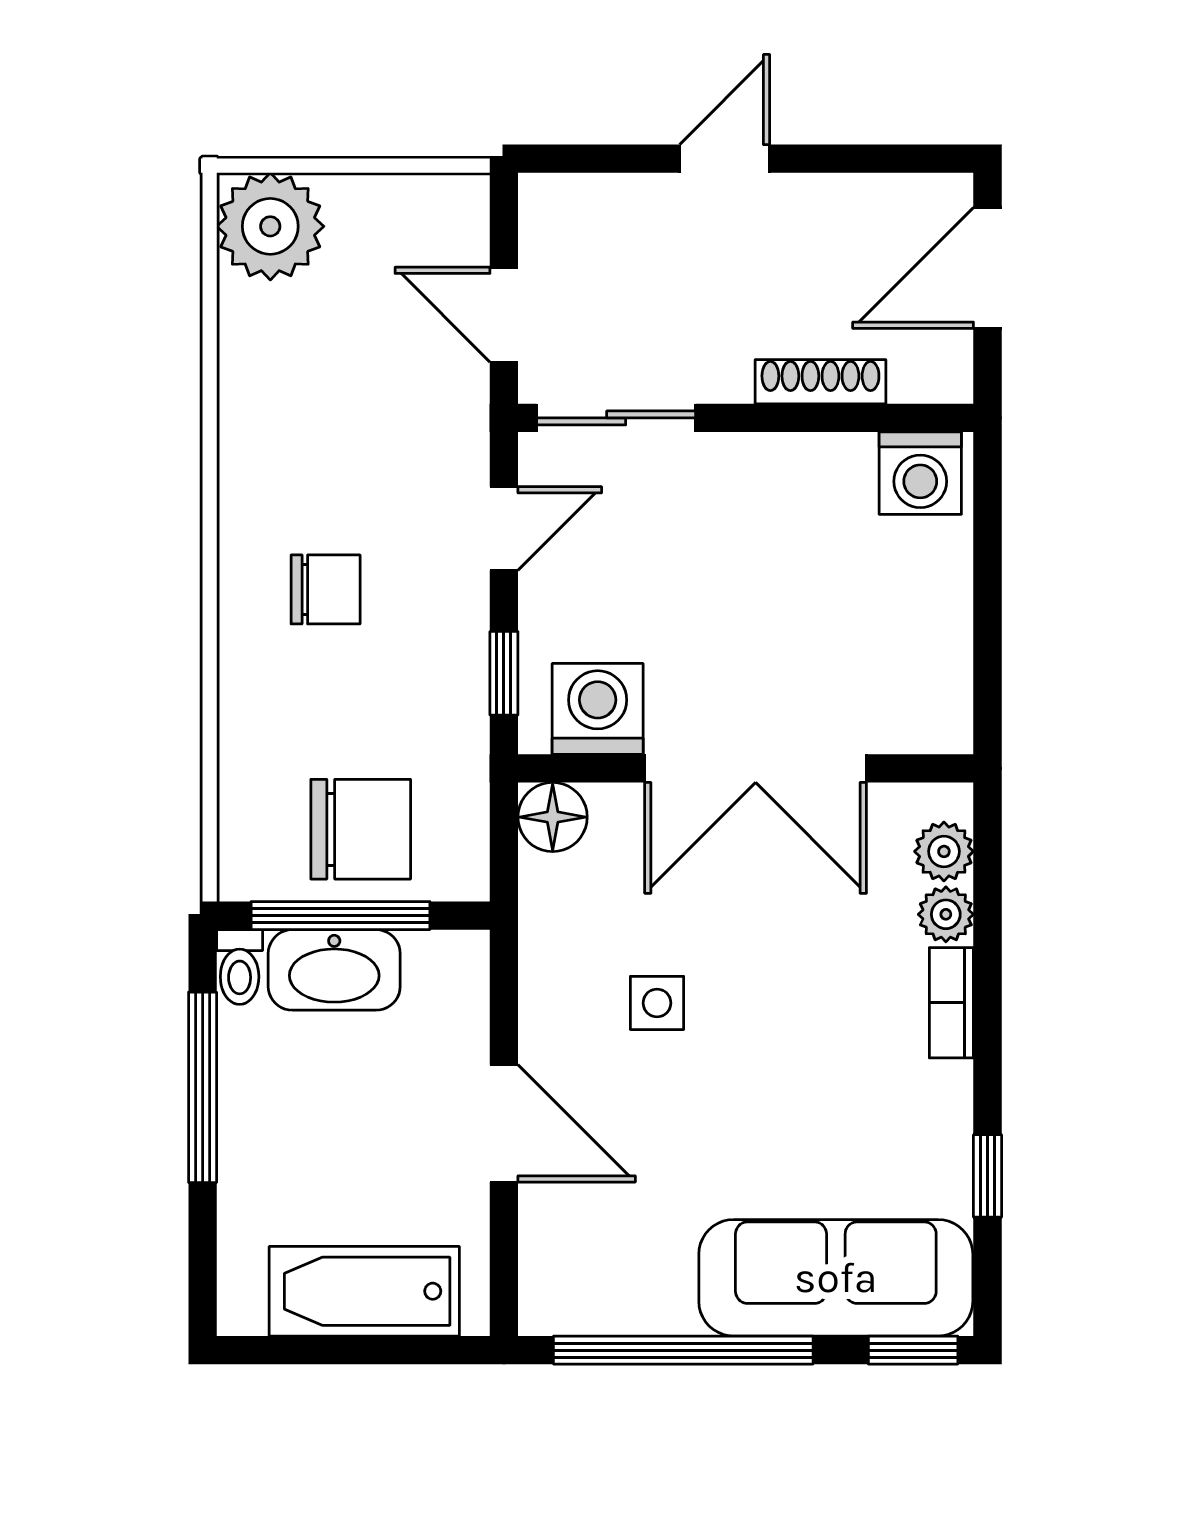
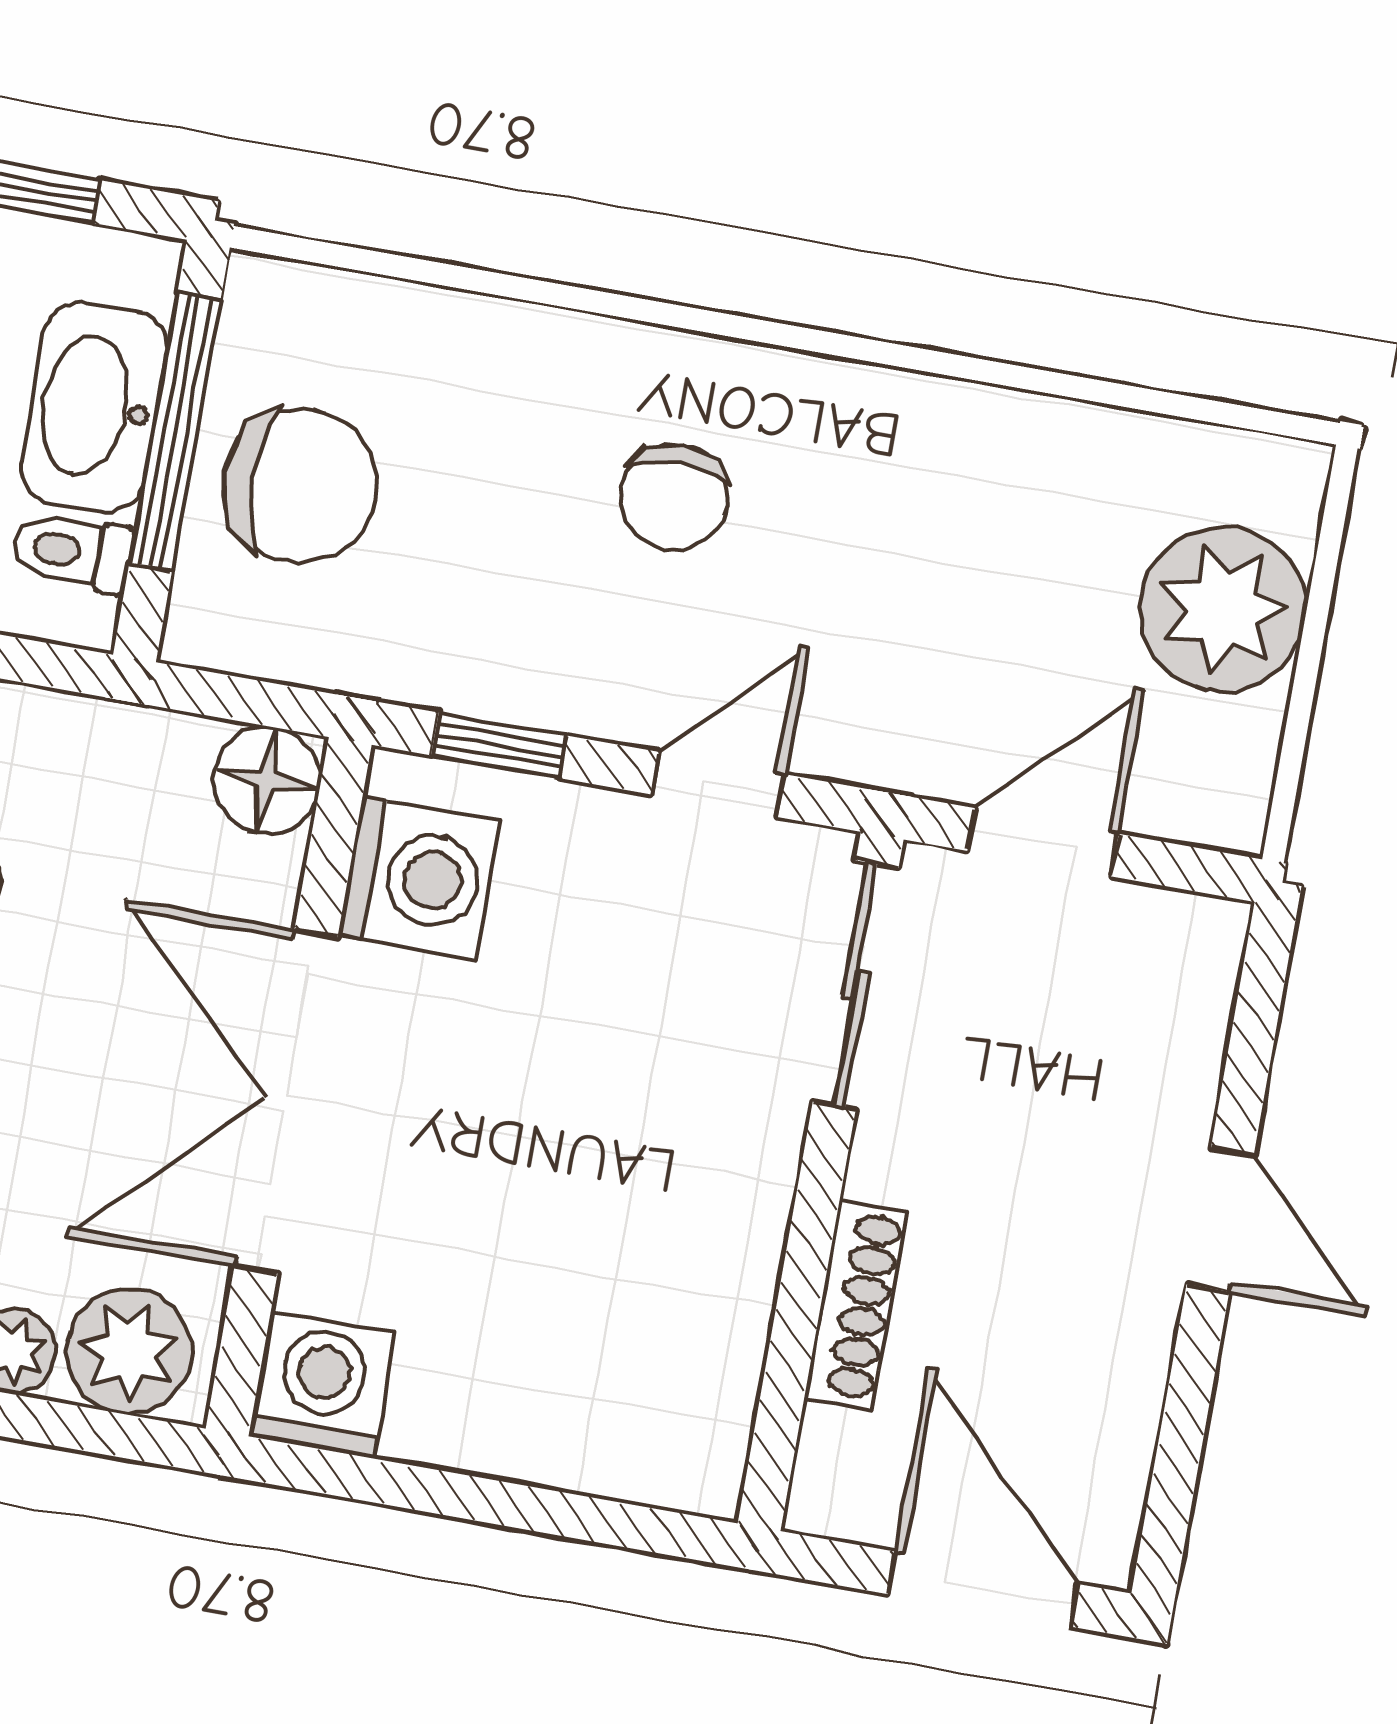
plant: (270, 226) -> (1223, 609), moved
washing machine: (920, 473) -> (322, 1385), moved, turned 90
door: (504, 528) -> (718, 784), swing flipped
chair: (361, 829) -> (300, 486), turned -90
plant: (944, 851) -> (129, 1351), width x1.38, depth x1.38
toilet: (240, 967) -> (73, 552), moved

